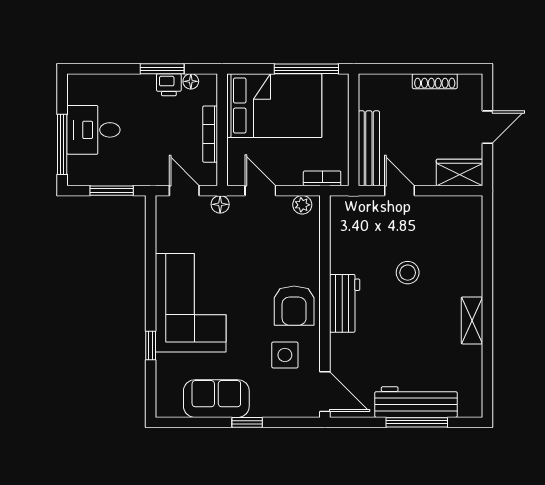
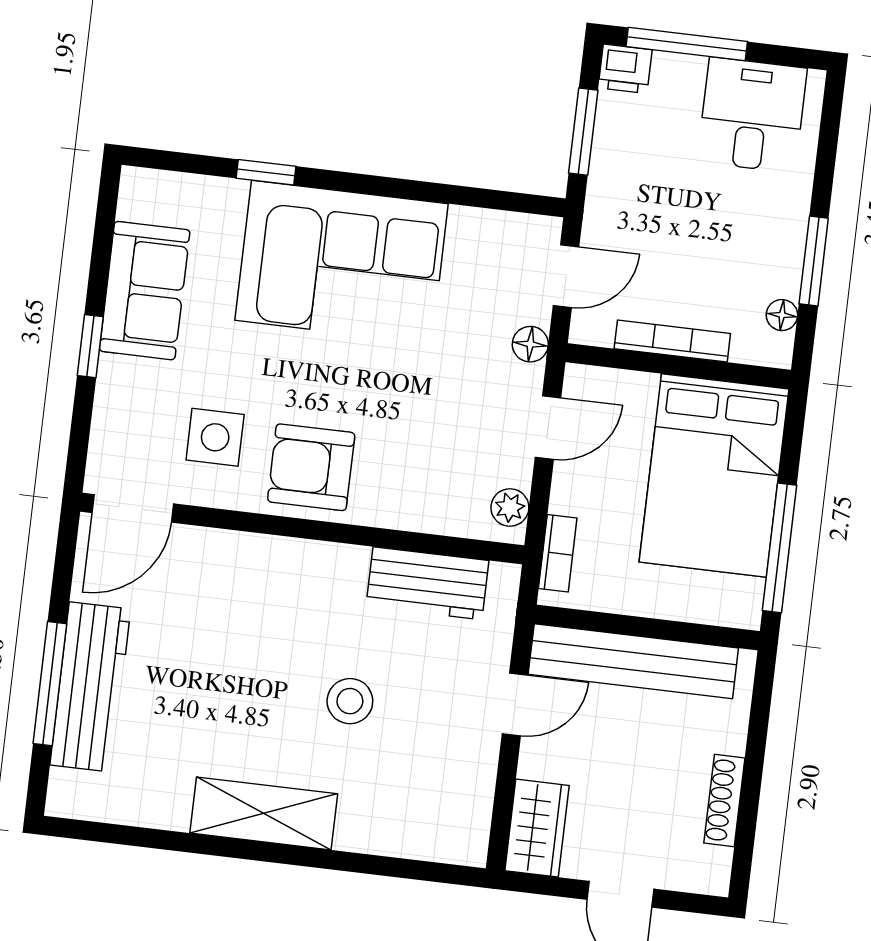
printer: (169, 85) -> (625, 69), moved, turned -90
desk: (93, 130) -> (752, 115), moved
bench: (369, 148) -> (633, 661), width x1.37, depth x1.21
workbench: (345, 303) -> (427, 583), moved
shelving: (472, 320) -> (264, 813), width x1.50, depth x1.33

